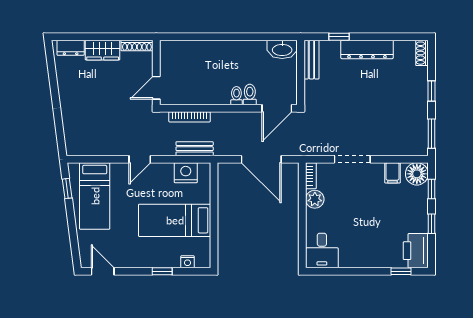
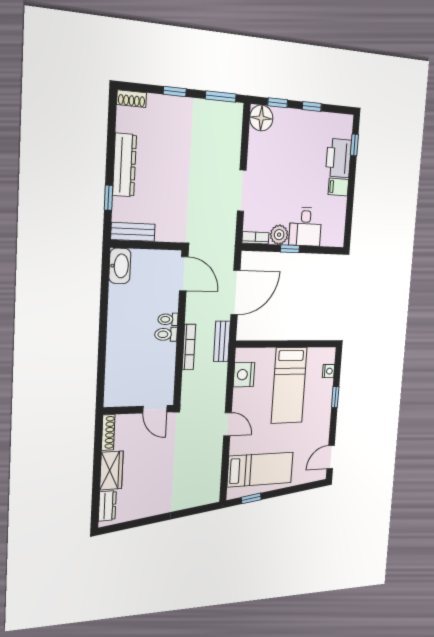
toilet: (250, 94) -> (166, 334), moved
bookcase: (190, 117) -> (189, 347), moved
bench: (195, 149) -> (222, 341), moved
filing cabinet: (392, 173) -> (338, 187), moved, turned 180
window: (302, 211) -> (290, 249), added
desk: (322, 251) -> (305, 227), moved, turned 90
printer: (416, 251) -> (339, 158), moved, turned 90

